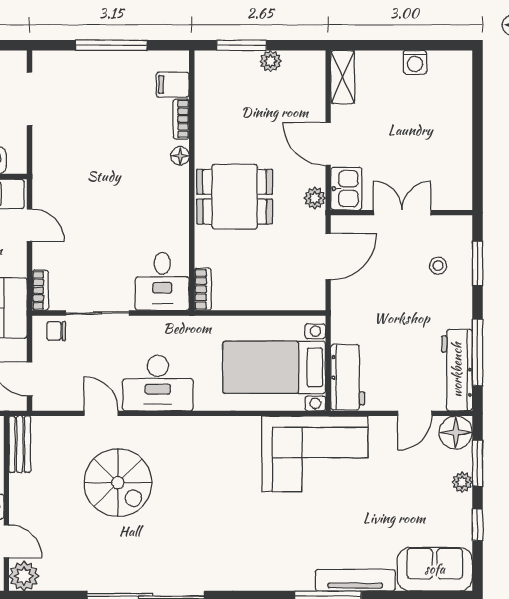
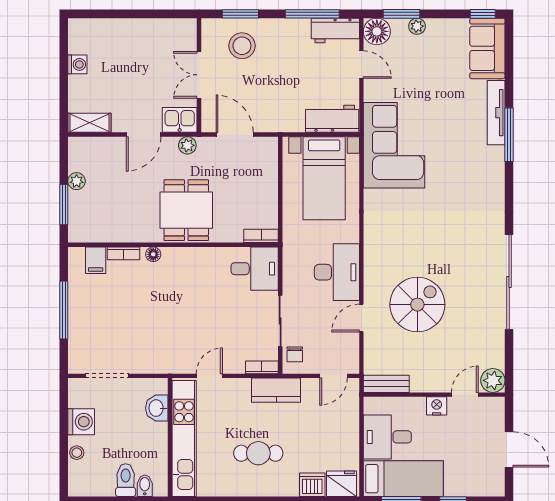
stool: (438, 266) -> (242, 46), width x1.89, depth x1.89
workbench: (457, 370) -> (335, 30), width x0.73
window: (477, 525) -> (483, 14), moved

